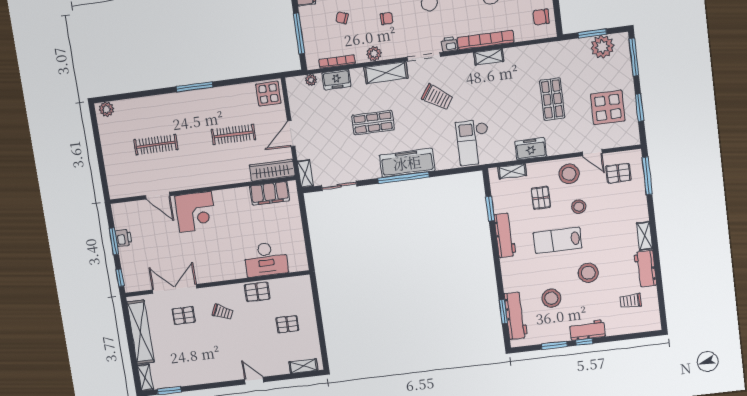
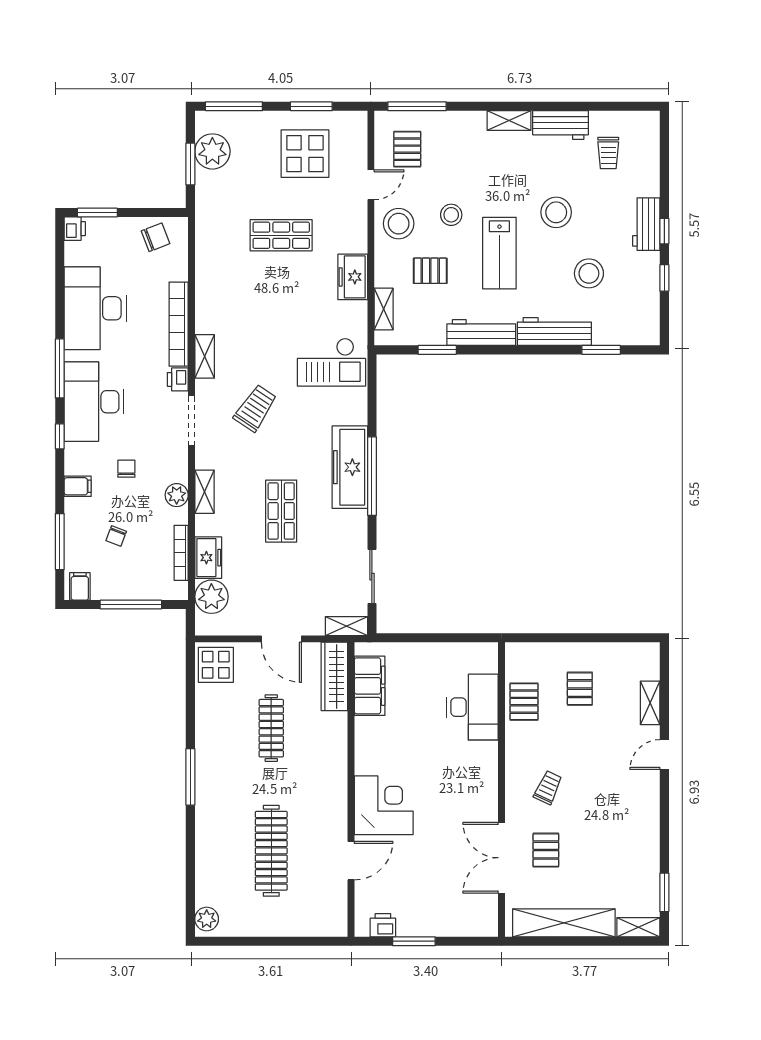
chair: (541, 17) -> (156, 237), turned -111
shelving: (489, 57) -> (205, 356), moved
shelving: (386, 73) -> (205, 492), width x0.67, depth x0.75
plant: (311, 80) -> (211, 597), width x1.88, depth x1.88
clothes rail: (156, 145) -> (271, 851), width x1.37, depth x1.31
printer: (124, 238) -> (383, 925), moved
window: (120, 278) -> (473, 941), removed
pallet: (257, 292) -> (524, 702), moved
workbench: (516, 316) -> (554, 332), moved
window: (554, 345) -> (664, 278), width x0.67
shelving: (303, 366) -> (650, 703), moved

